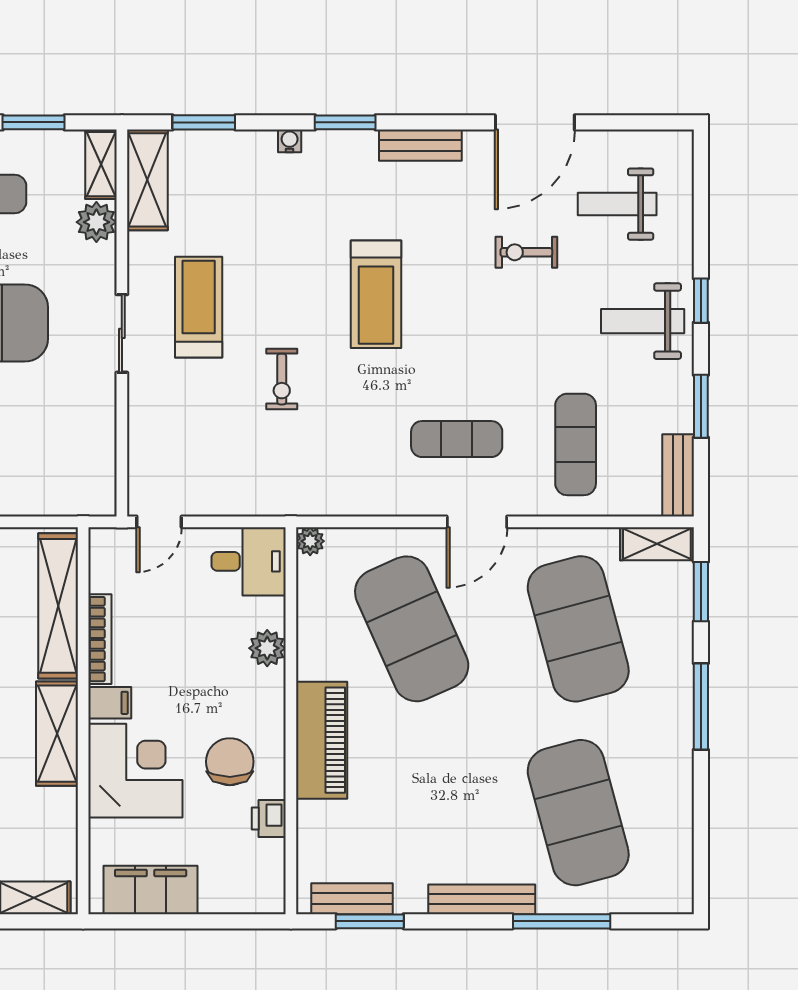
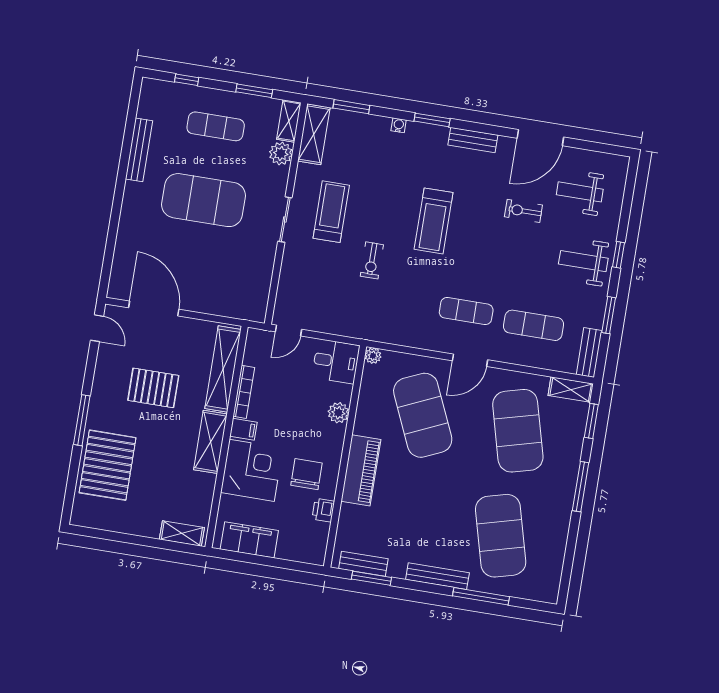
exercise mat: (576, 444) -> (534, 325), turned 90

